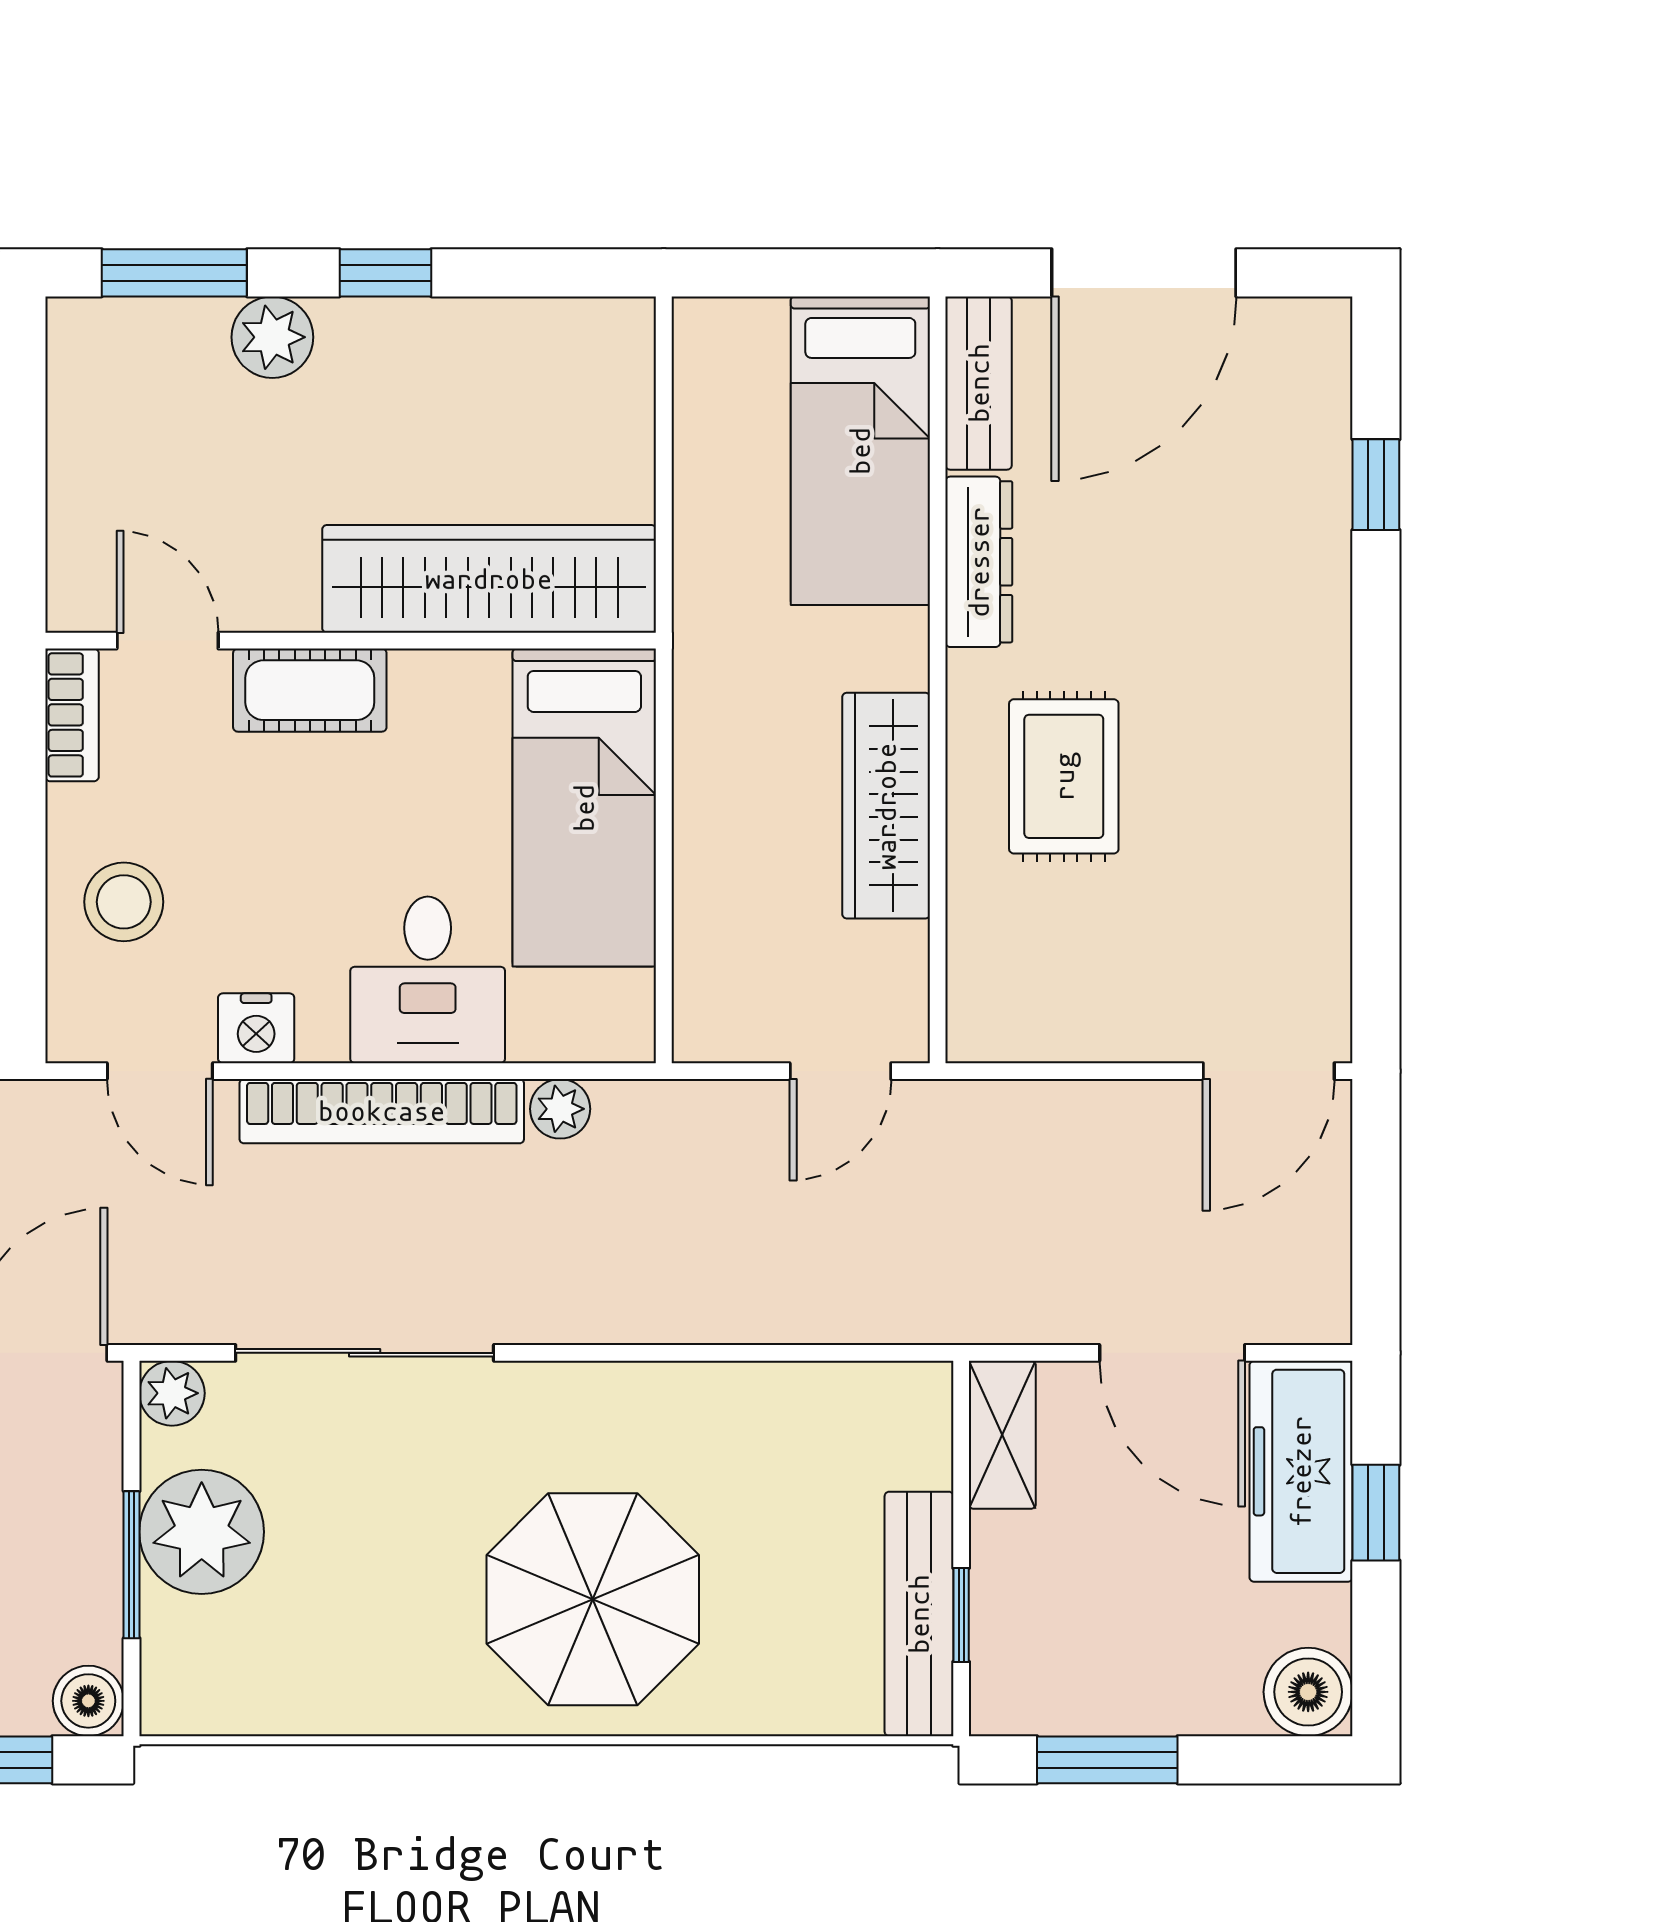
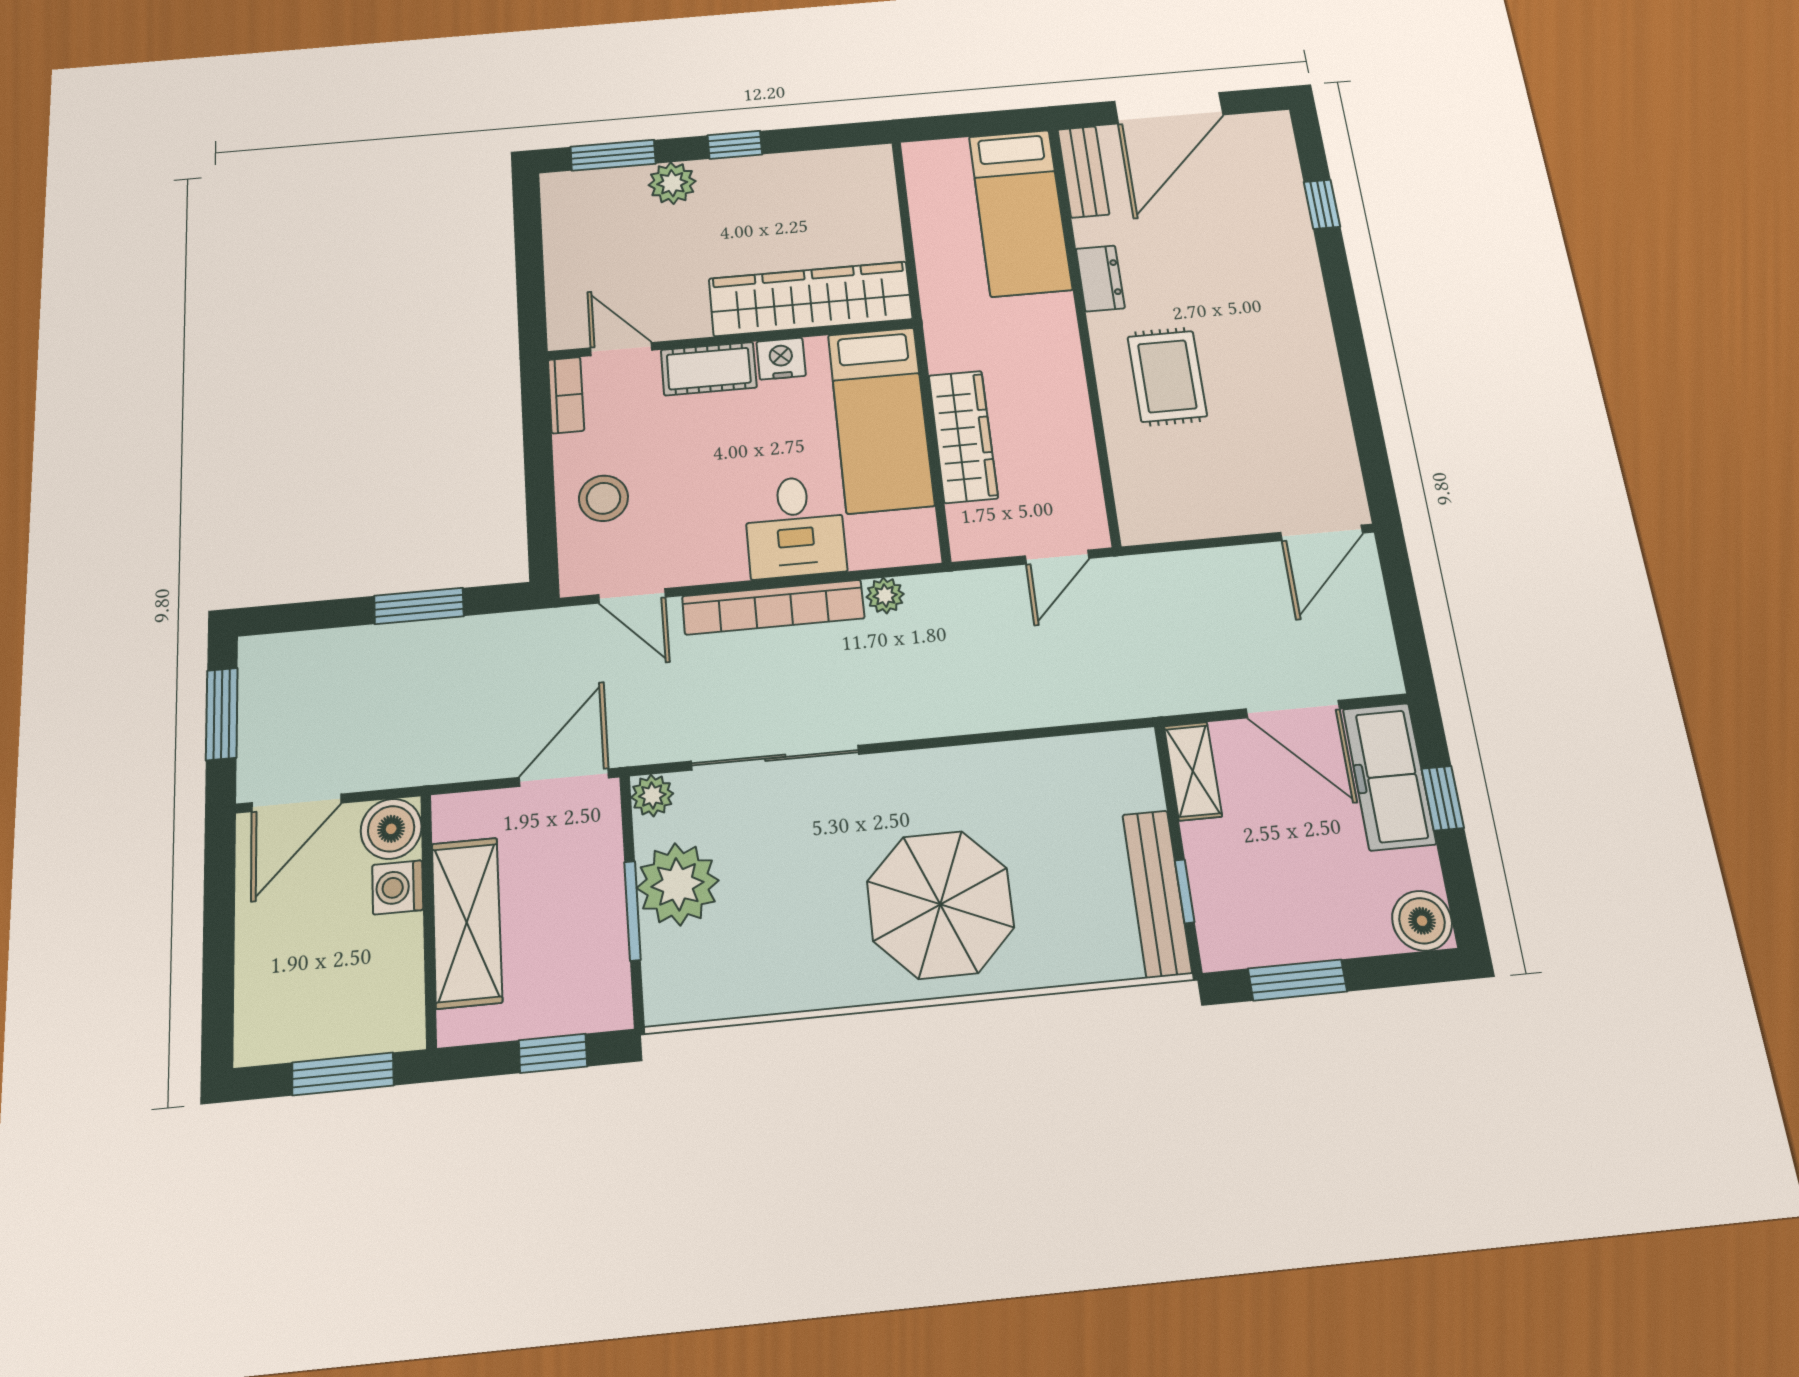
dresser: (979, 562) -> (1100, 278), width x0.70
wardrobe: (886, 806) -> (963, 436), moved, turned 180
nightstand: (256, 1028) -> (781, 359), moved, turned 180
boiler: (88, 1701) -> (609, 1006), removed

